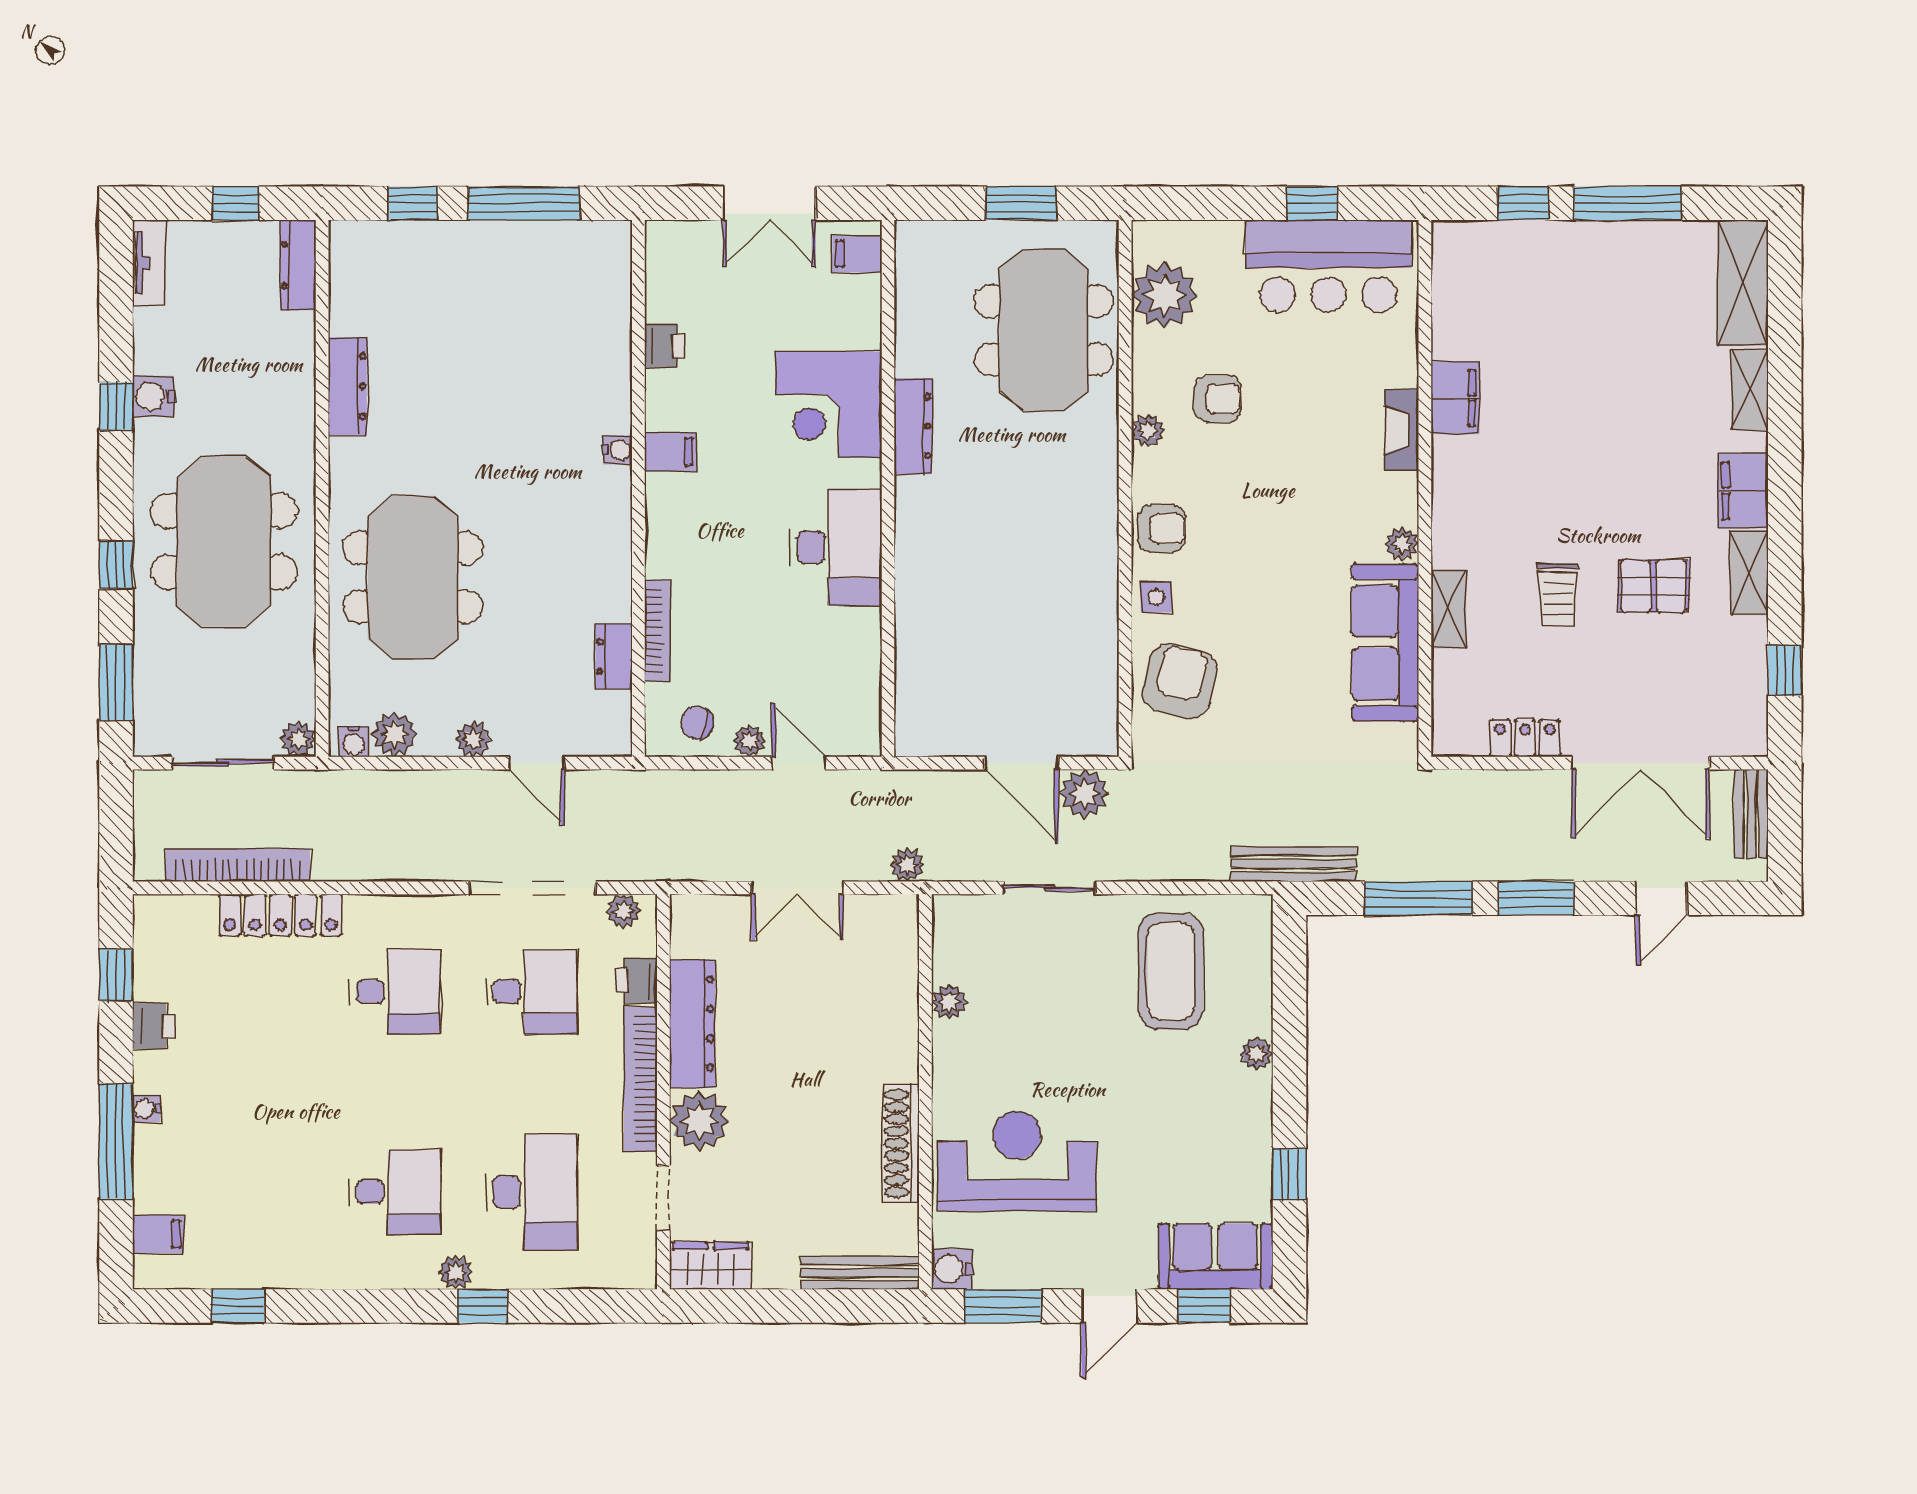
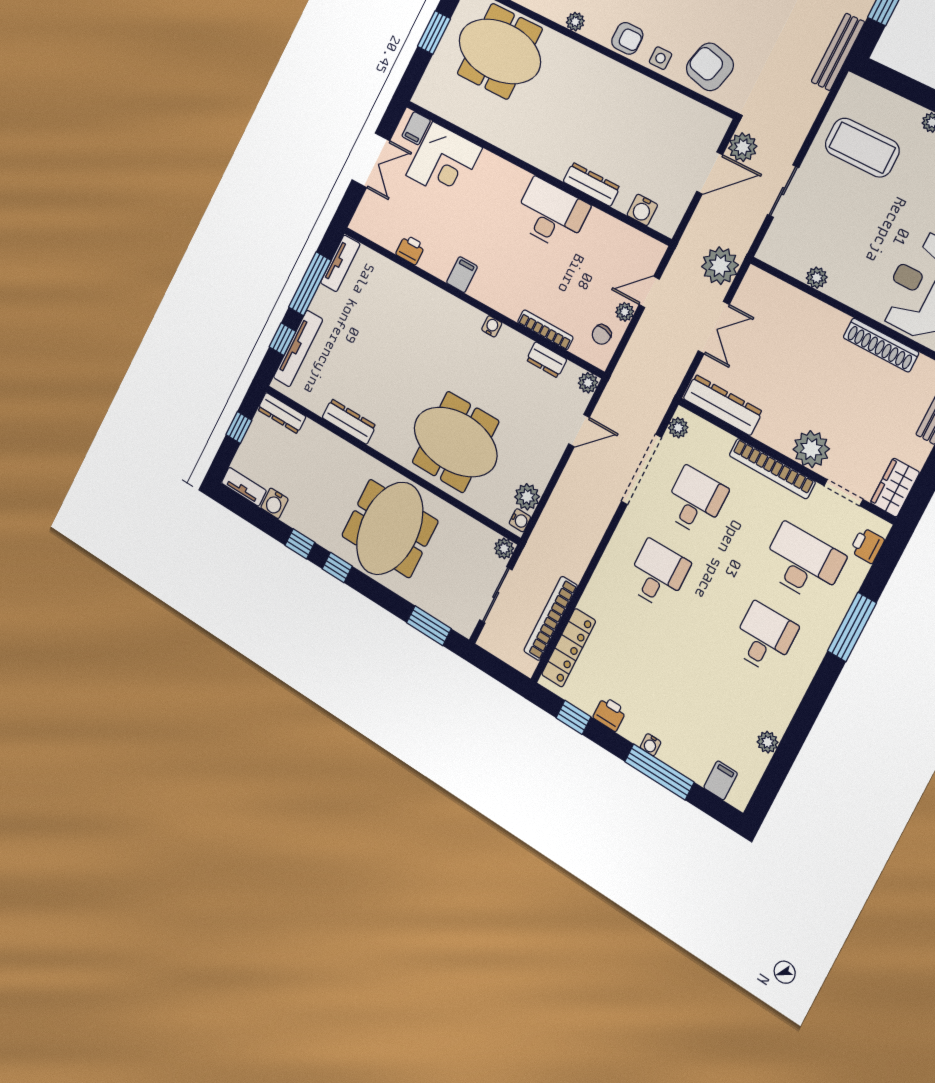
tv unit: (413, 238) -> (298, 348), added
tv unit: (583, 238) -> (340, 263), added
water cooler: (153, 396) -> (274, 503), moved
corner desk: (829, 405) -> (444, 162), moved
dresser: (913, 426) -> (591, 184), moved
water cooler: (618, 450) -> (492, 326), moved
armchair: (1161, 528) -> (627, 38), turned 90
meeting table: (224, 541) -> (390, 528), turned 90
window: (116, 565) -> (337, 567), moved
water cooler: (915, 688) -> (642, 210), added
plant: (473, 739) -> (588, 383), moved
plant: (907, 865) -> (720, 266), width x1.88, depth x1.88
locker: (280, 915) -> (569, 648), moved
printer: (636, 981) -> (867, 545), moved, turned 90
dresser: (692, 1024) -> (723, 405), moved
plant: (456, 1272) -> (768, 742), moved
window: (238, 1306) -> (782, 761), removed
window: (482, 1306) -> (852, 627), width x2.17

